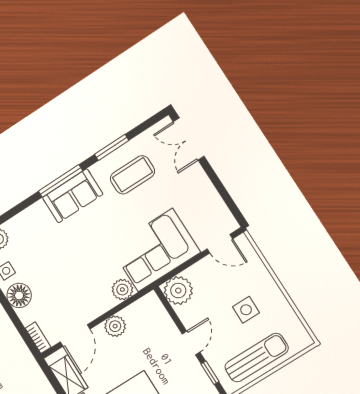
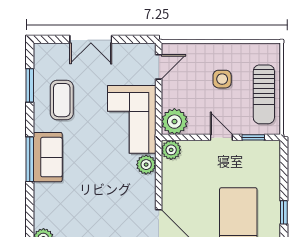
double door: (189, 139) -> (91, 39), moved
window: (112, 147) -> (30, 85), moved
plant: (115, 326) -> (171, 150), moved
sun lounger: (257, 358) -> (264, 94), turned 180

